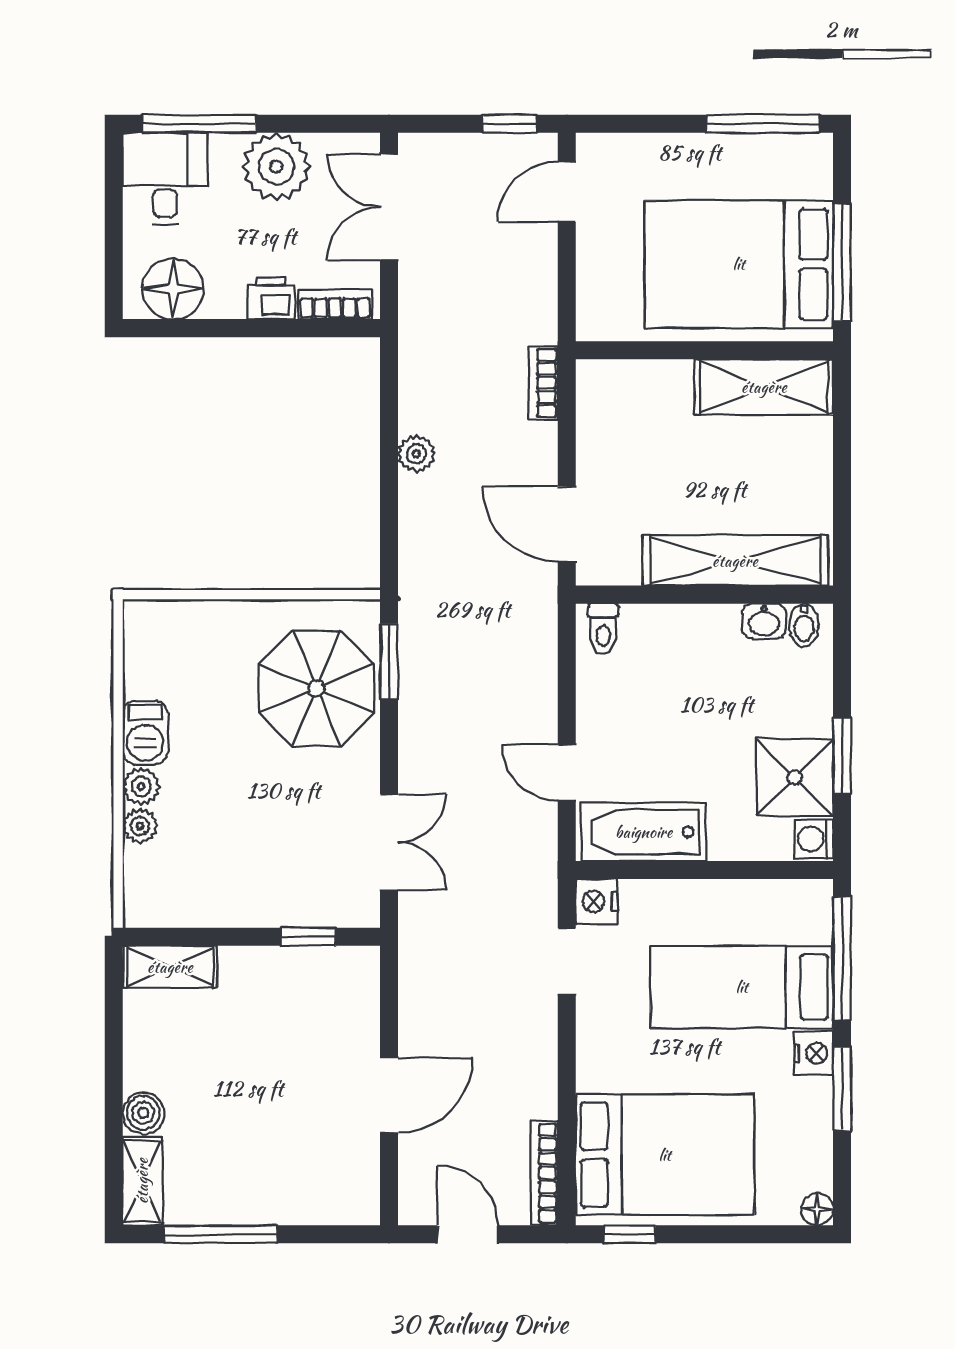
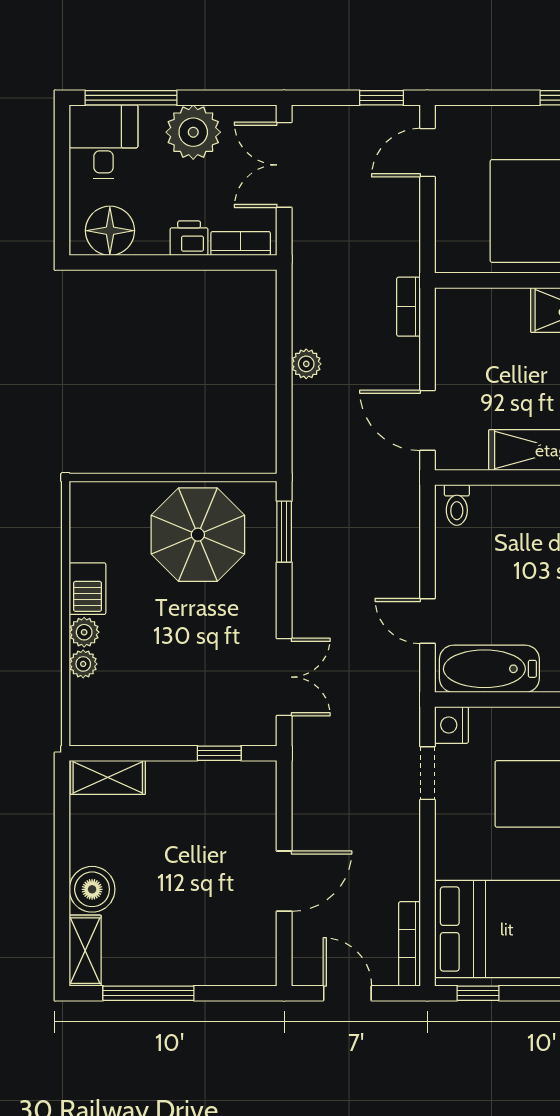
parasol: (317, 689) -> (198, 535), moved
boiler: (143, 1113) -> (92, 889), width x1.36, depth x1.36

